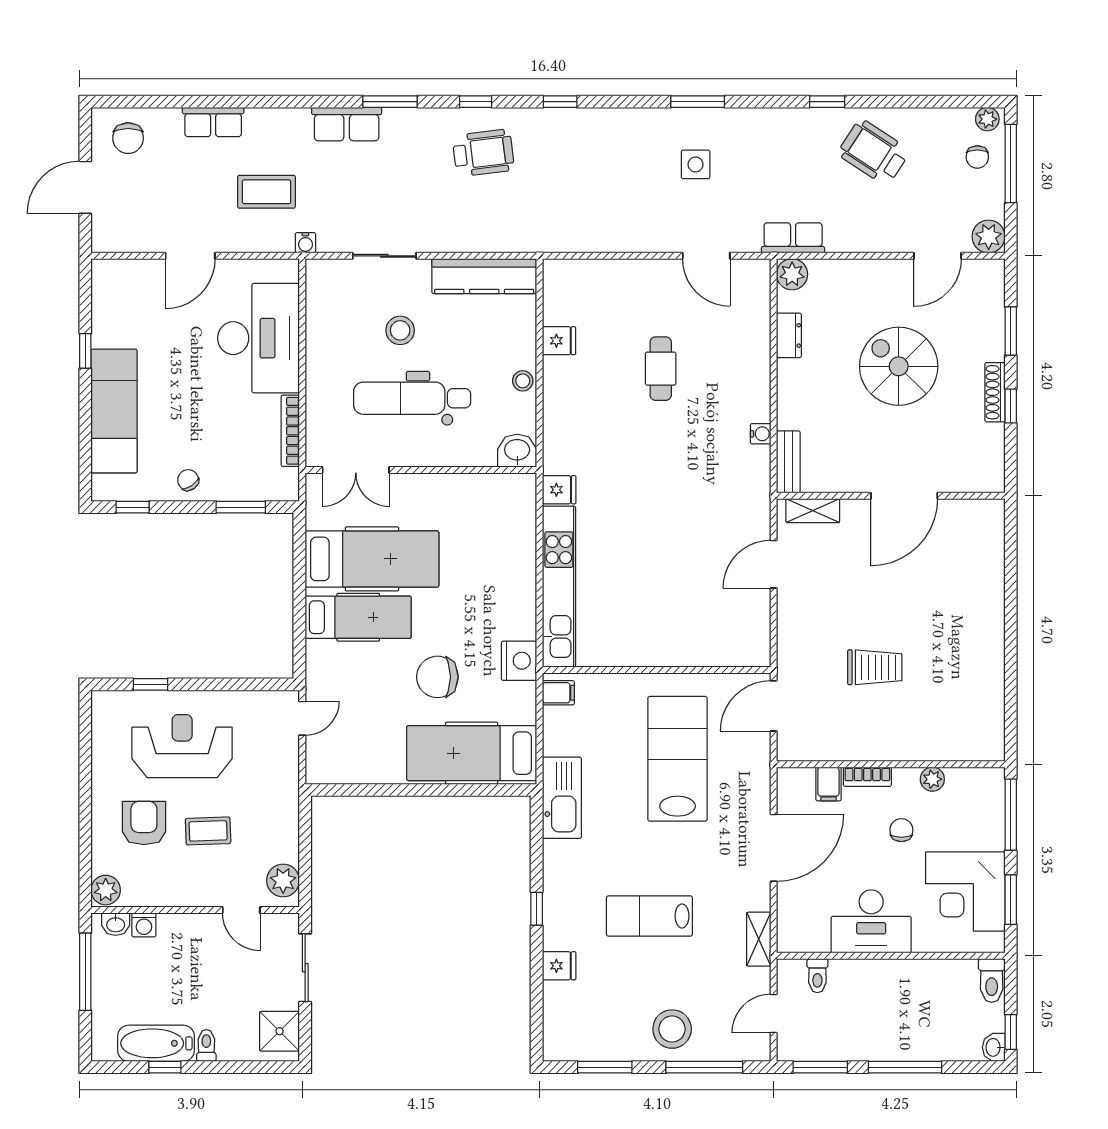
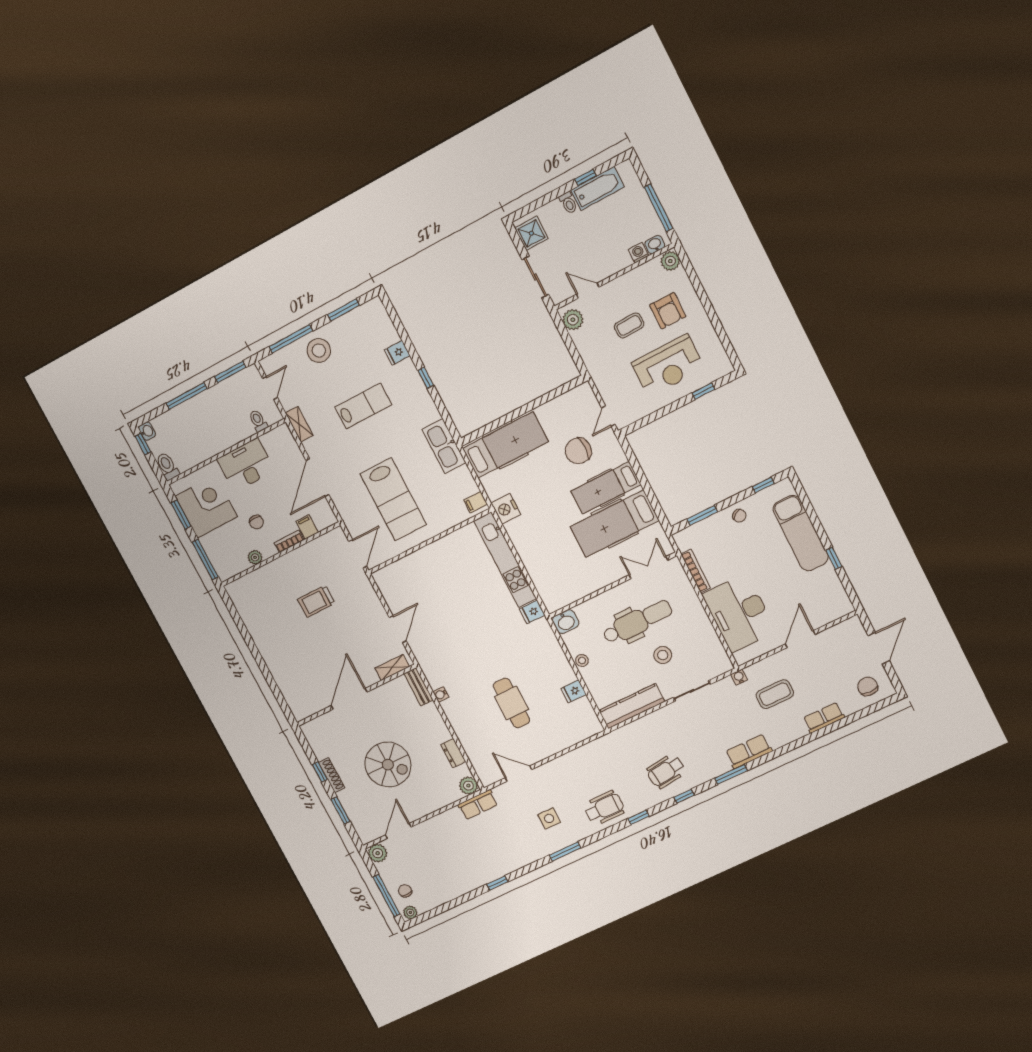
wheelchair: (874, 152) -> (604, 808), moved, turned -33
cafe table: (661, 369) -> (512, 703), width x1.37, depth x1.35
chair: (437, 677) -> (578, 451), moved, turned 180

